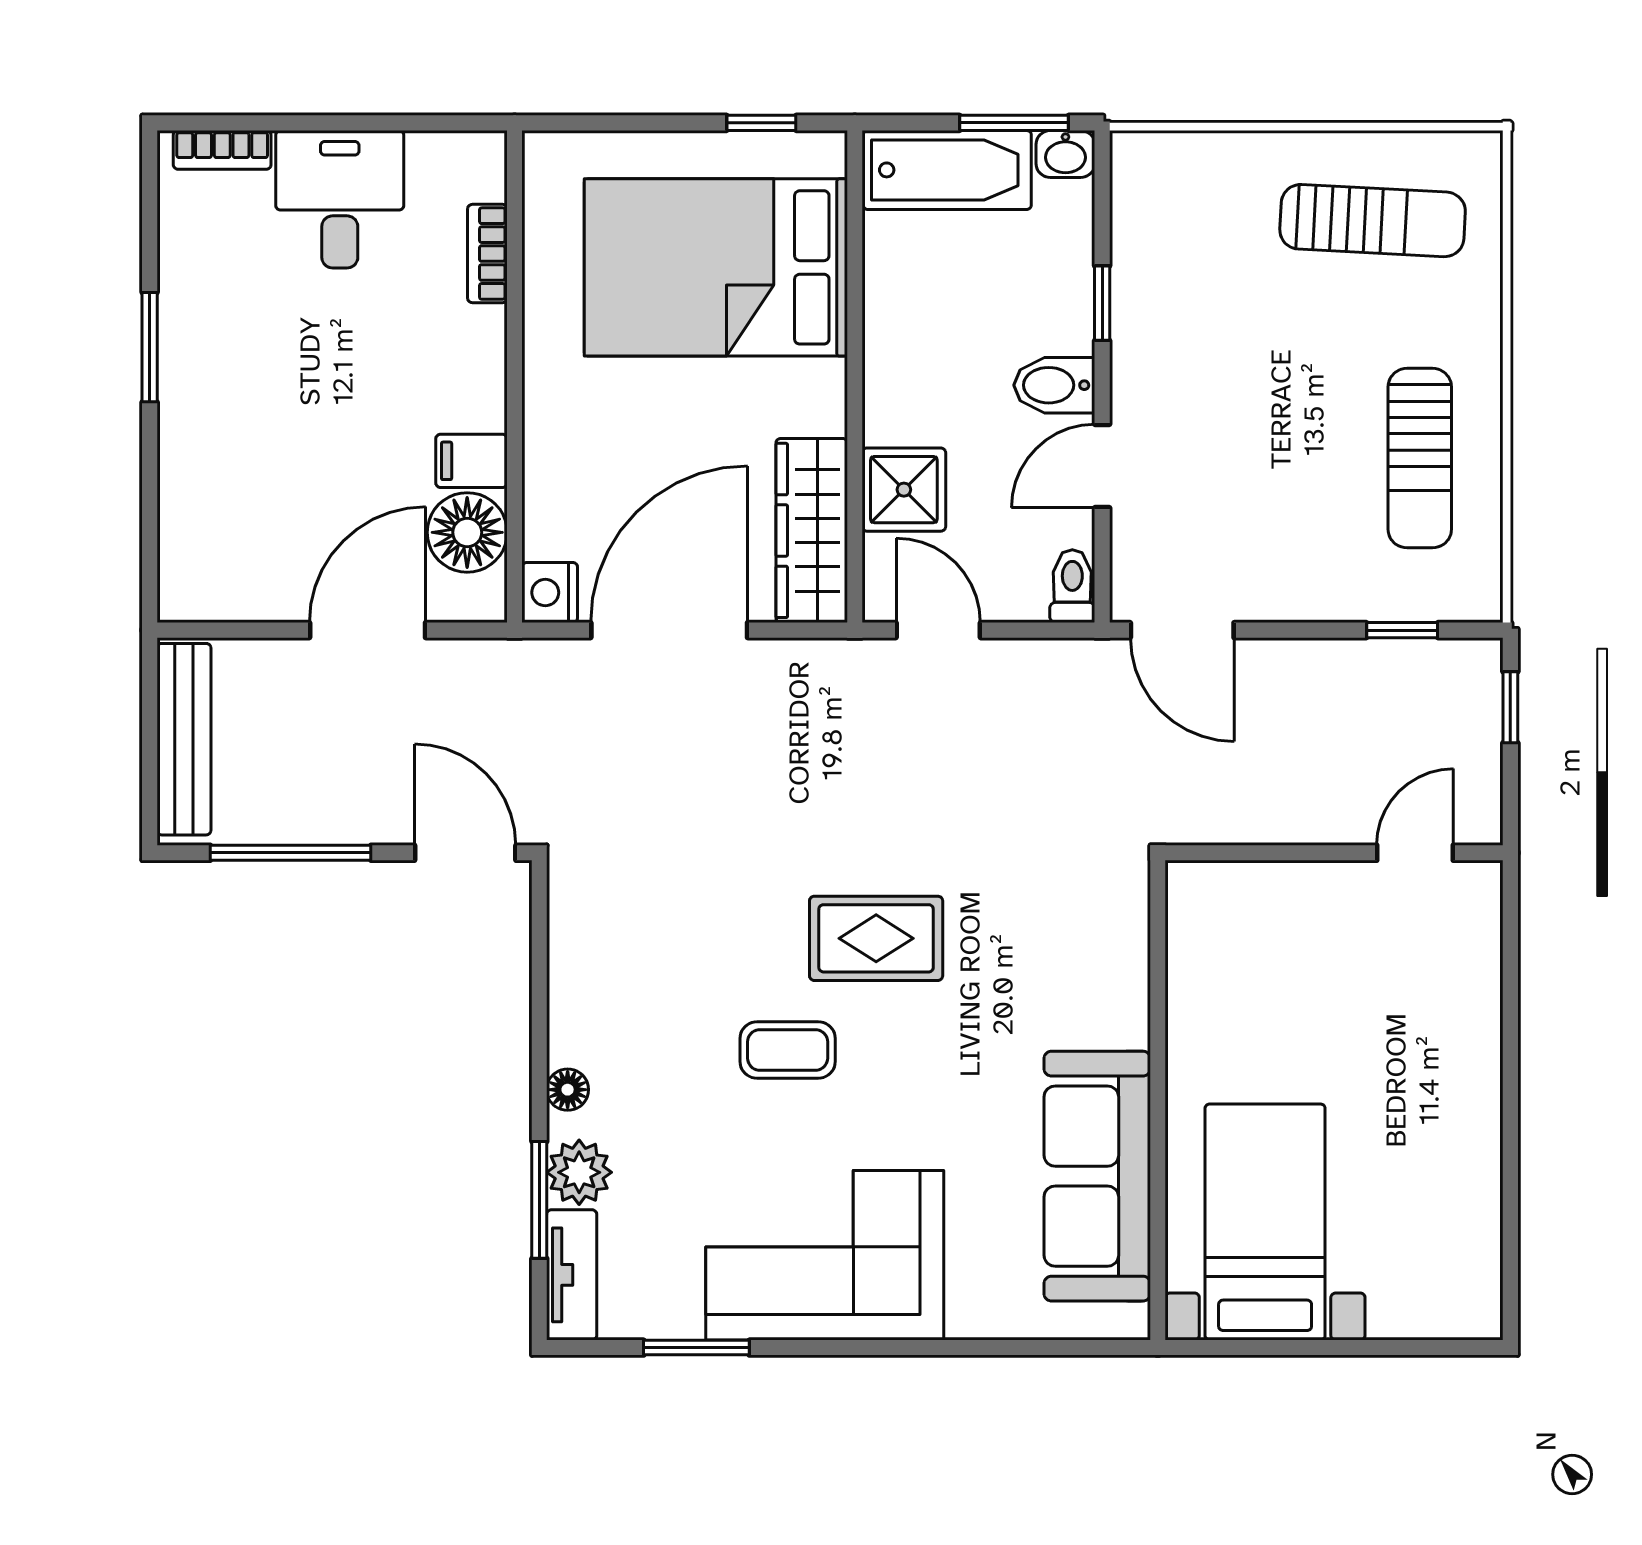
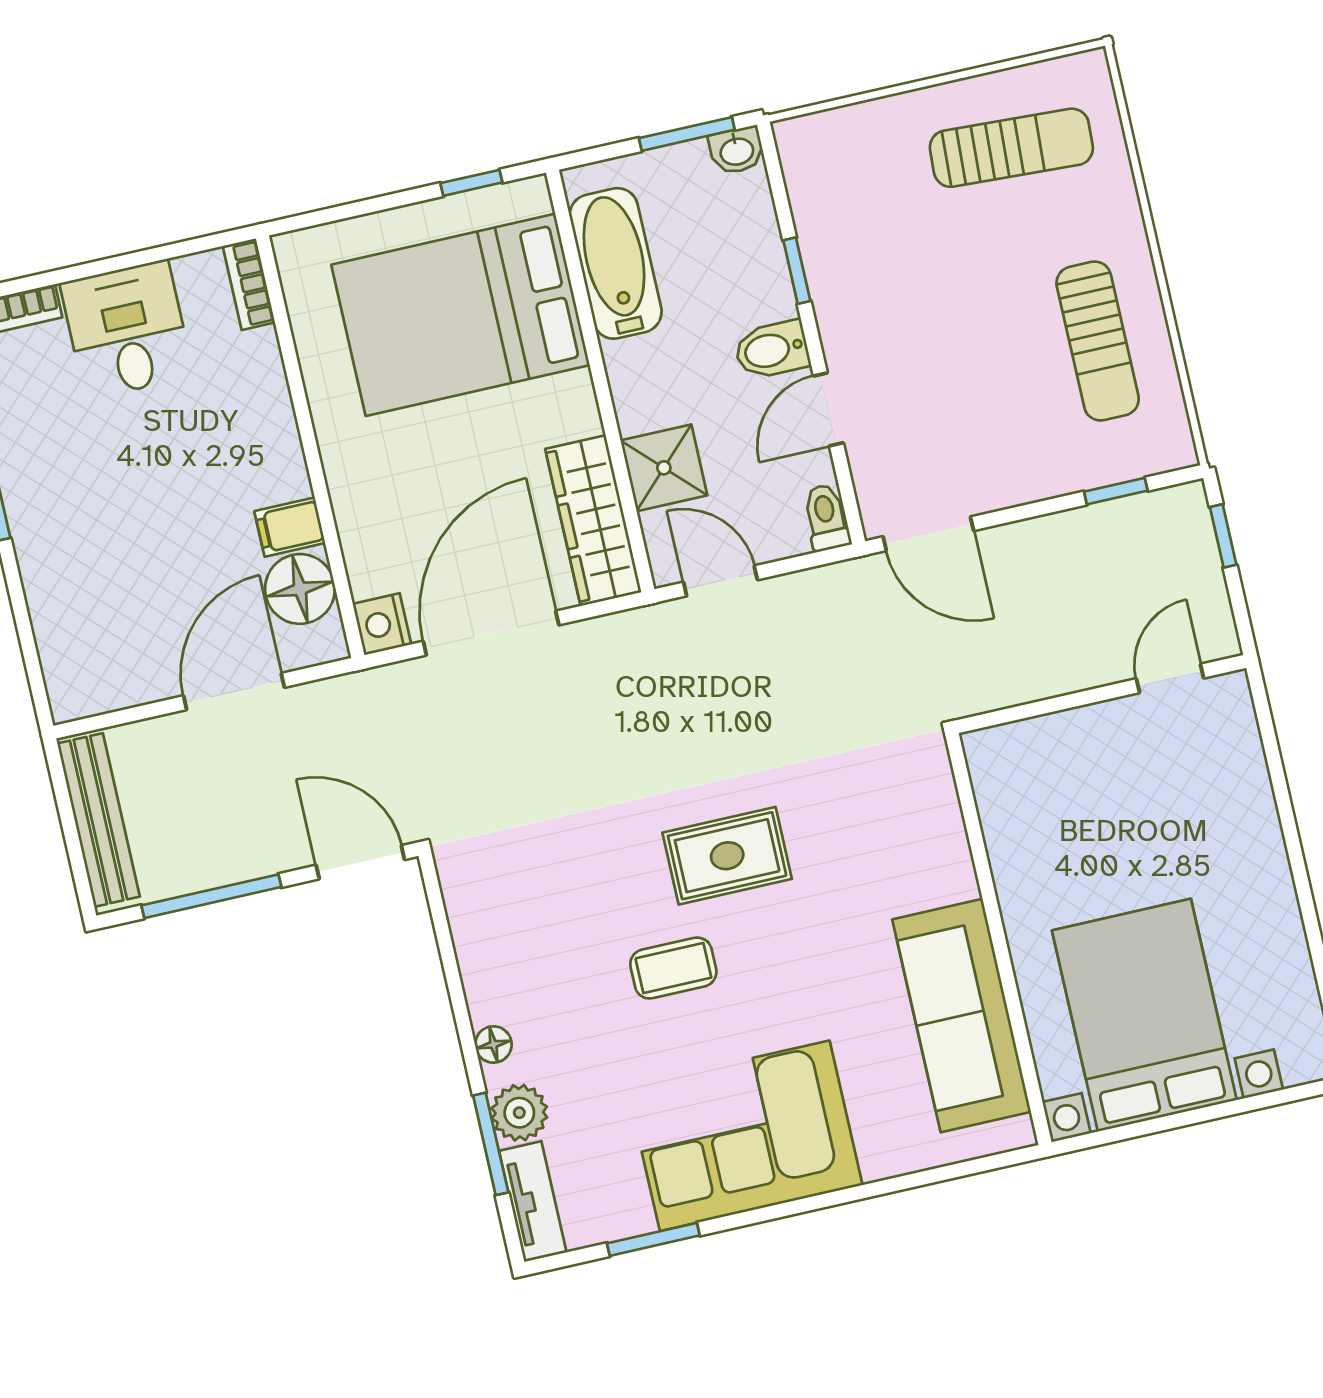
bathtub: (947, 170) -> (616, 263), moved, turned -90
bookcase: (487, 254) -> (249, 284), moved
bed with nightstands: (1265, 1222) -> (1144, 1015), width x1.36

